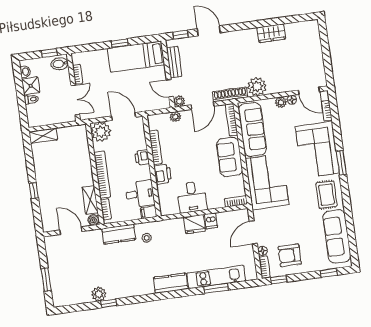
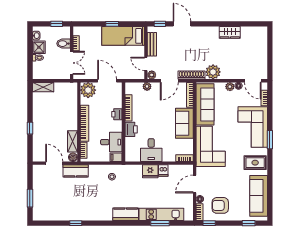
bidet: (60, 64) -> (63, 44), moved
rug: (327, 195) -> (255, 163), turned 90
kitchen counter: (119, 234) -> (76, 171), moved
plant: (99, 294) -> (69, 215), removed

